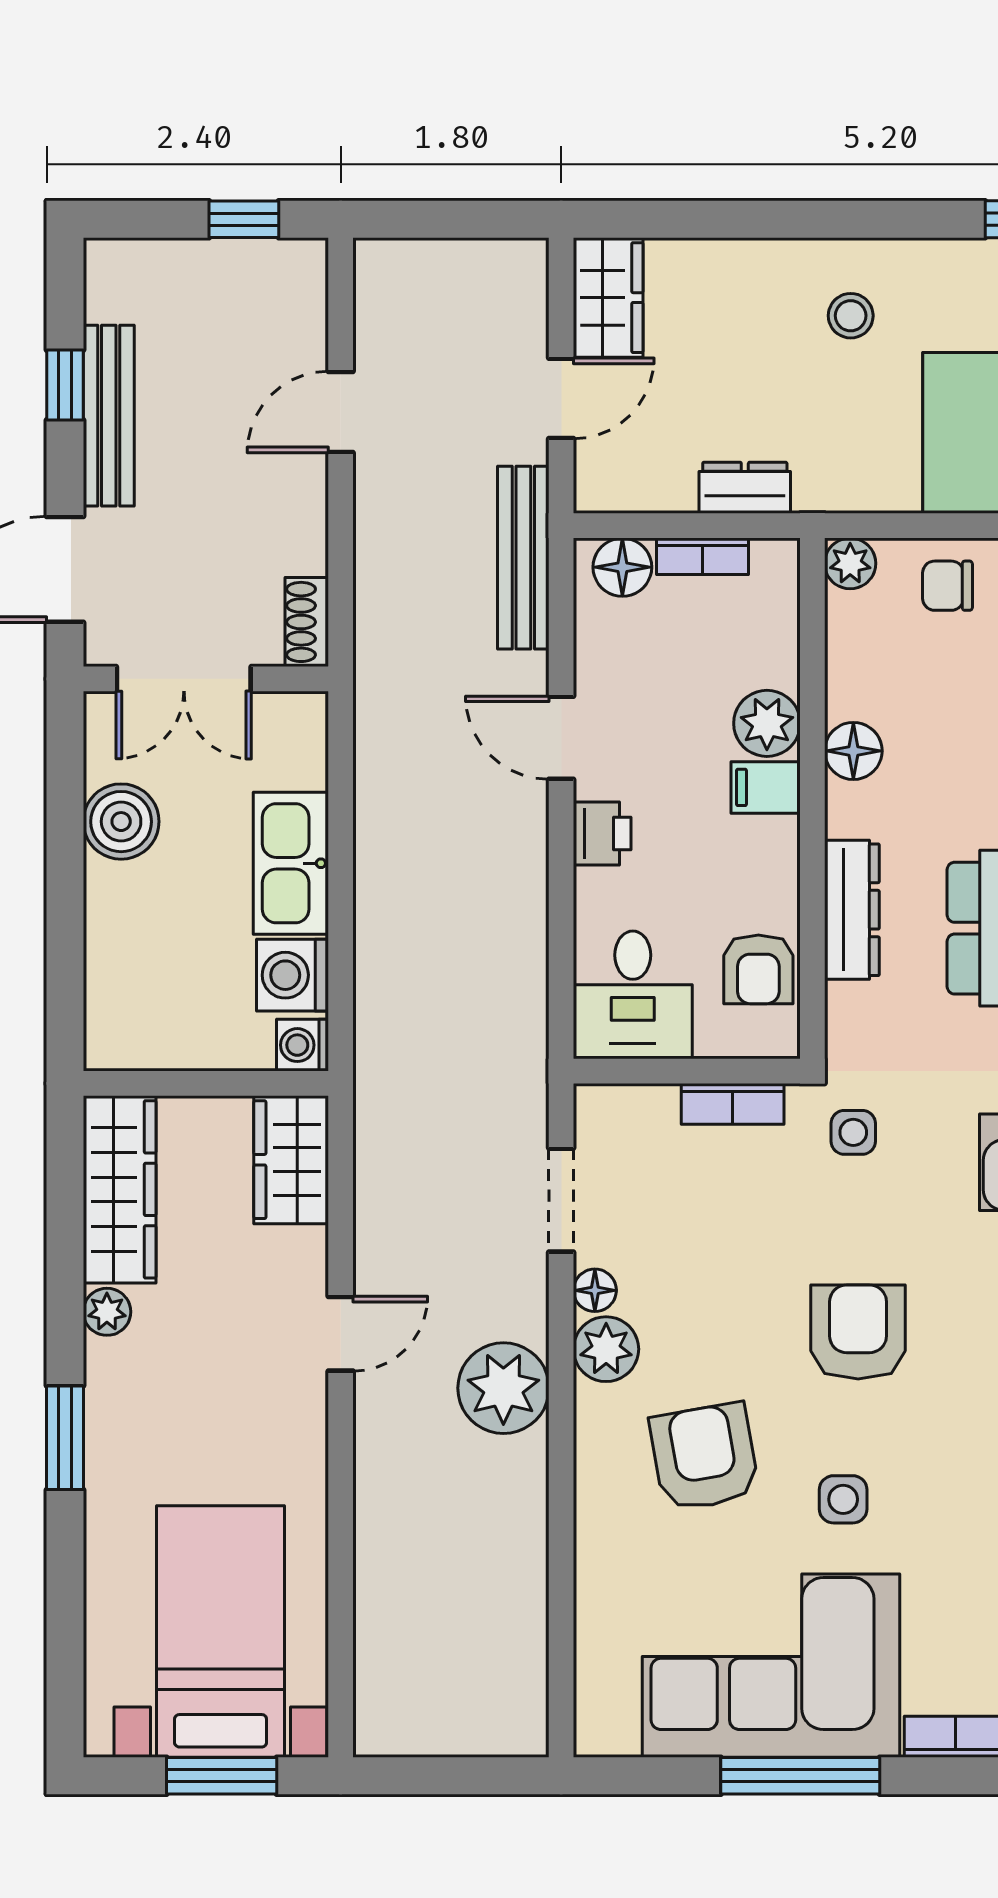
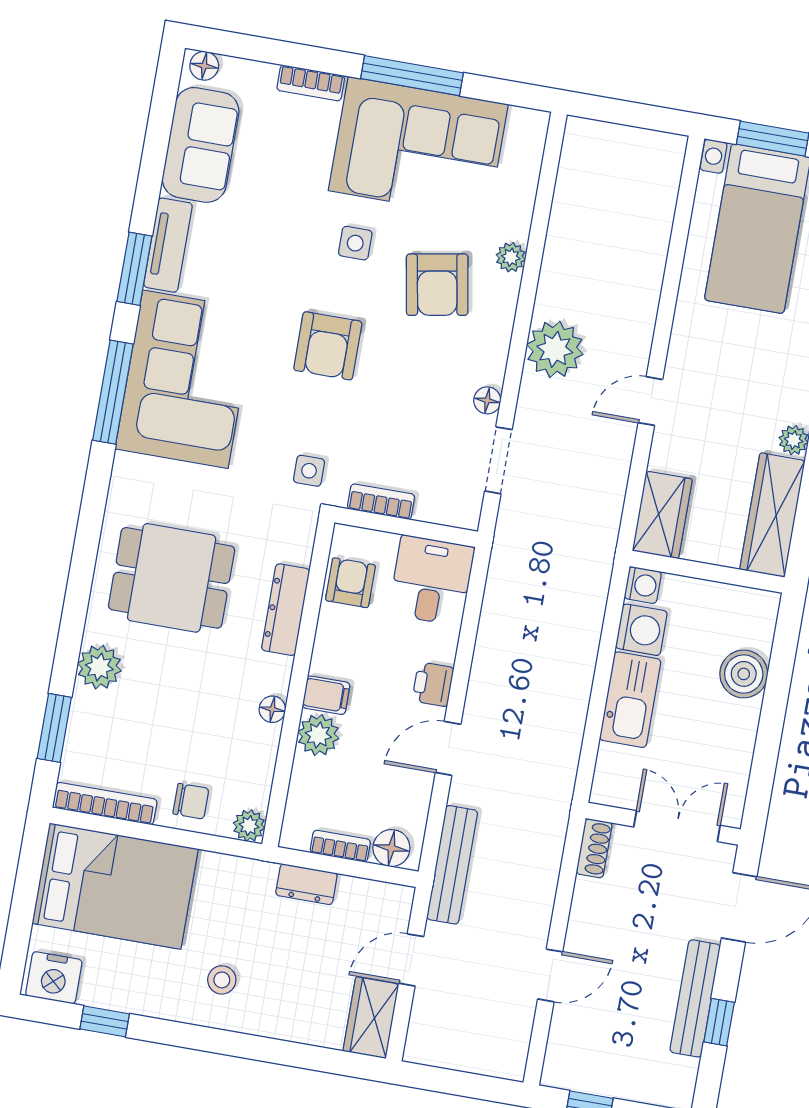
door: (561, 738) -> (448, 748), swing flipped
floor lamp: (853, 751) -> (272, 709), width x0.73, depth x0.73
boiler: (121, 822) -> (744, 674), moved
plant: (606, 1349) -> (511, 257), moved, width x0.73, depth x0.73

